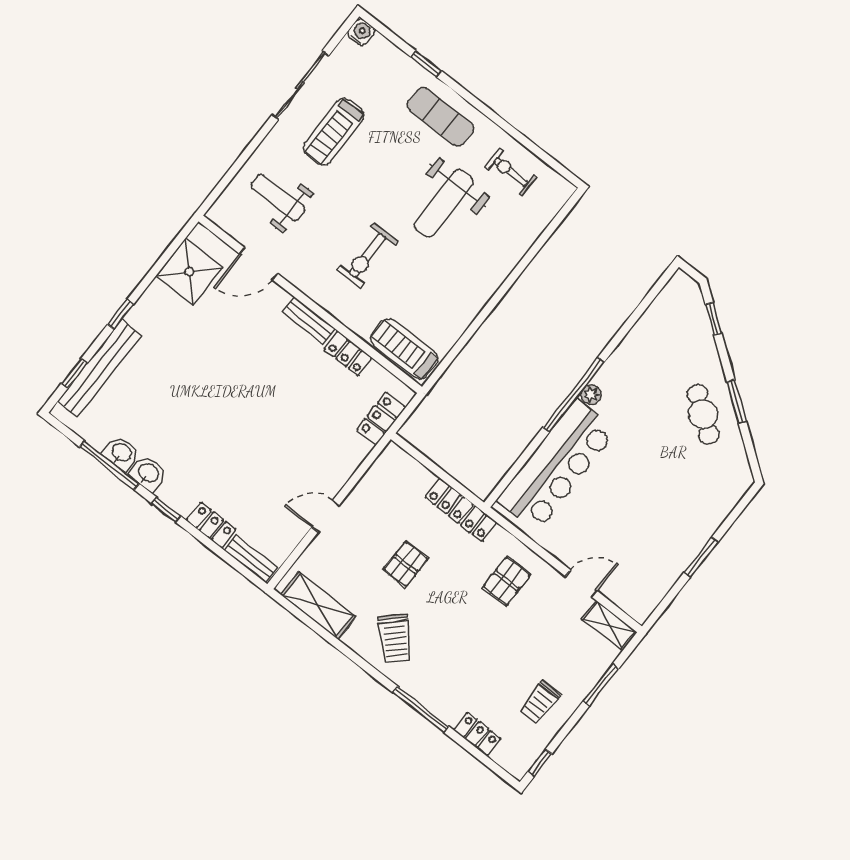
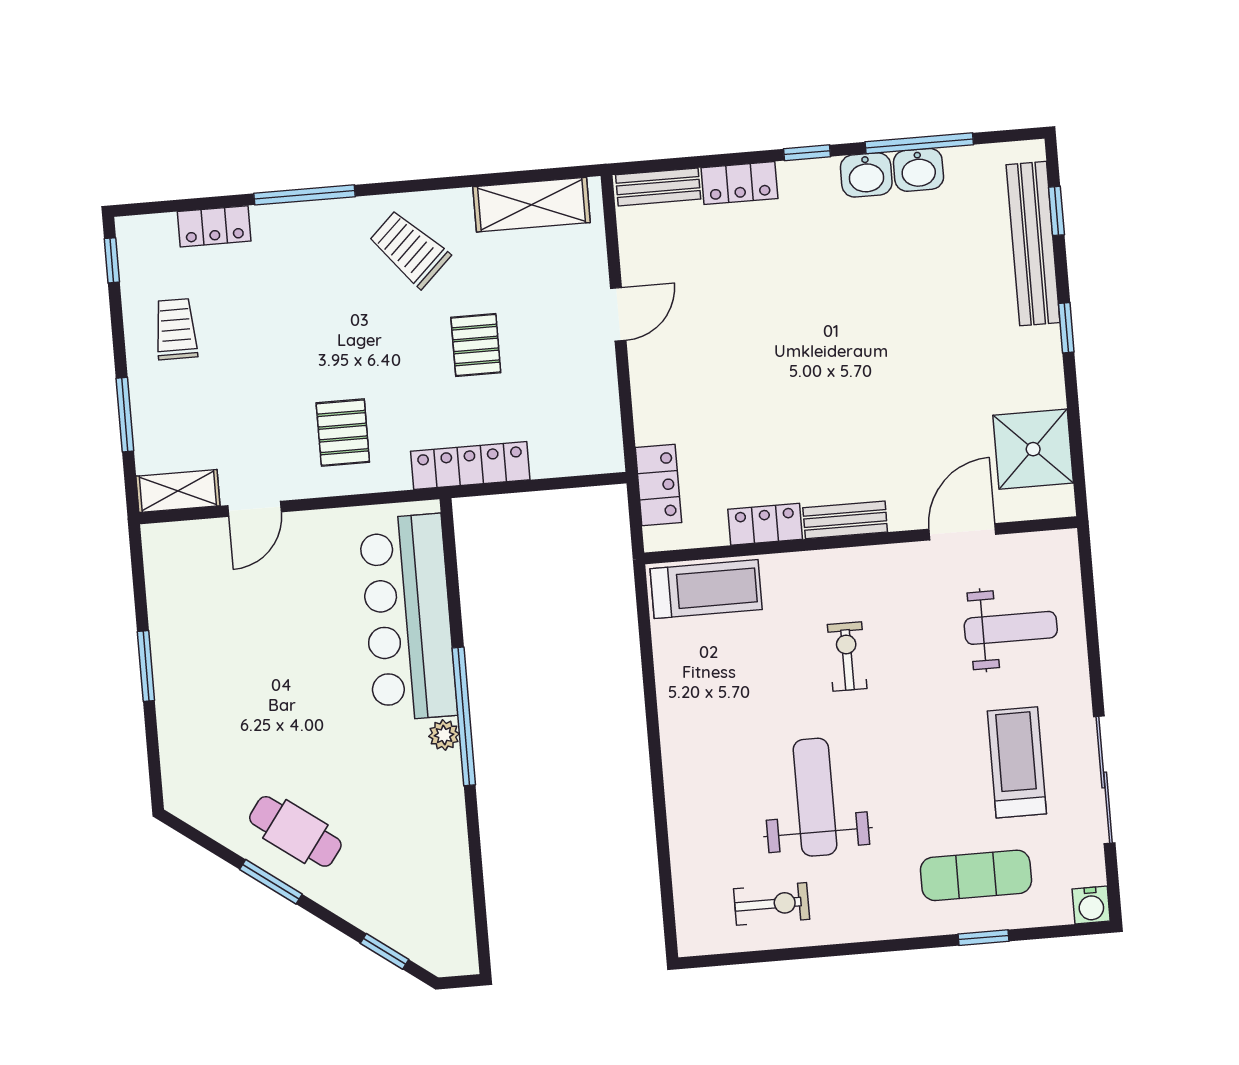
exercise mat: (441, 117) -> (976, 875), moved
exercise bike: (367, 255) -> (847, 657), width x0.73, depth x0.72

